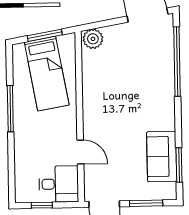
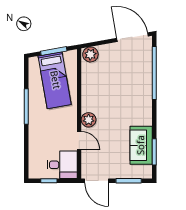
plant: (92, 124) -> (89, 120), added

